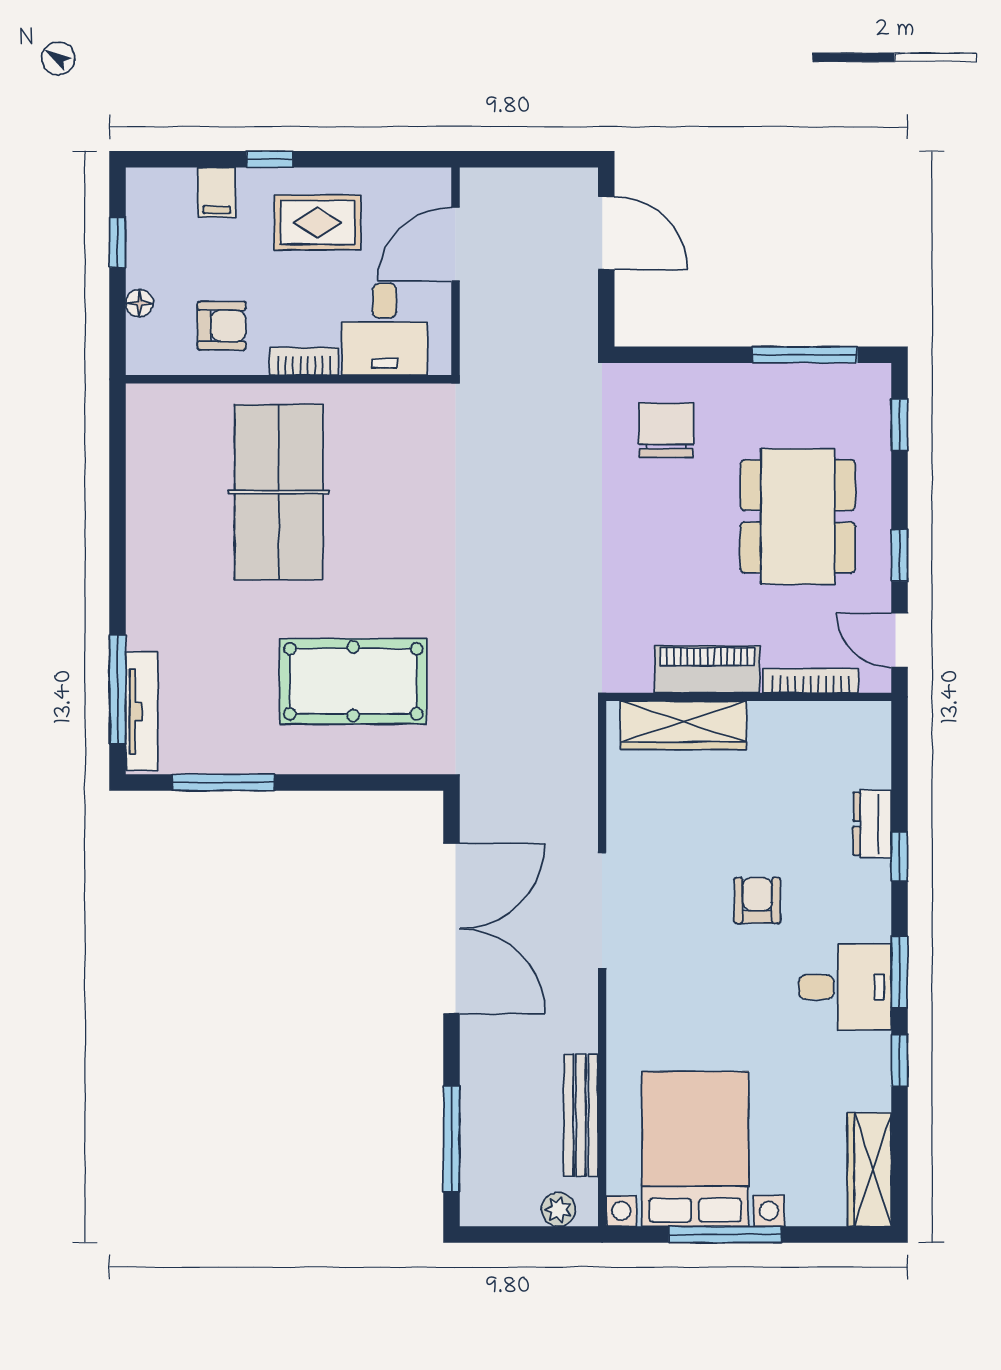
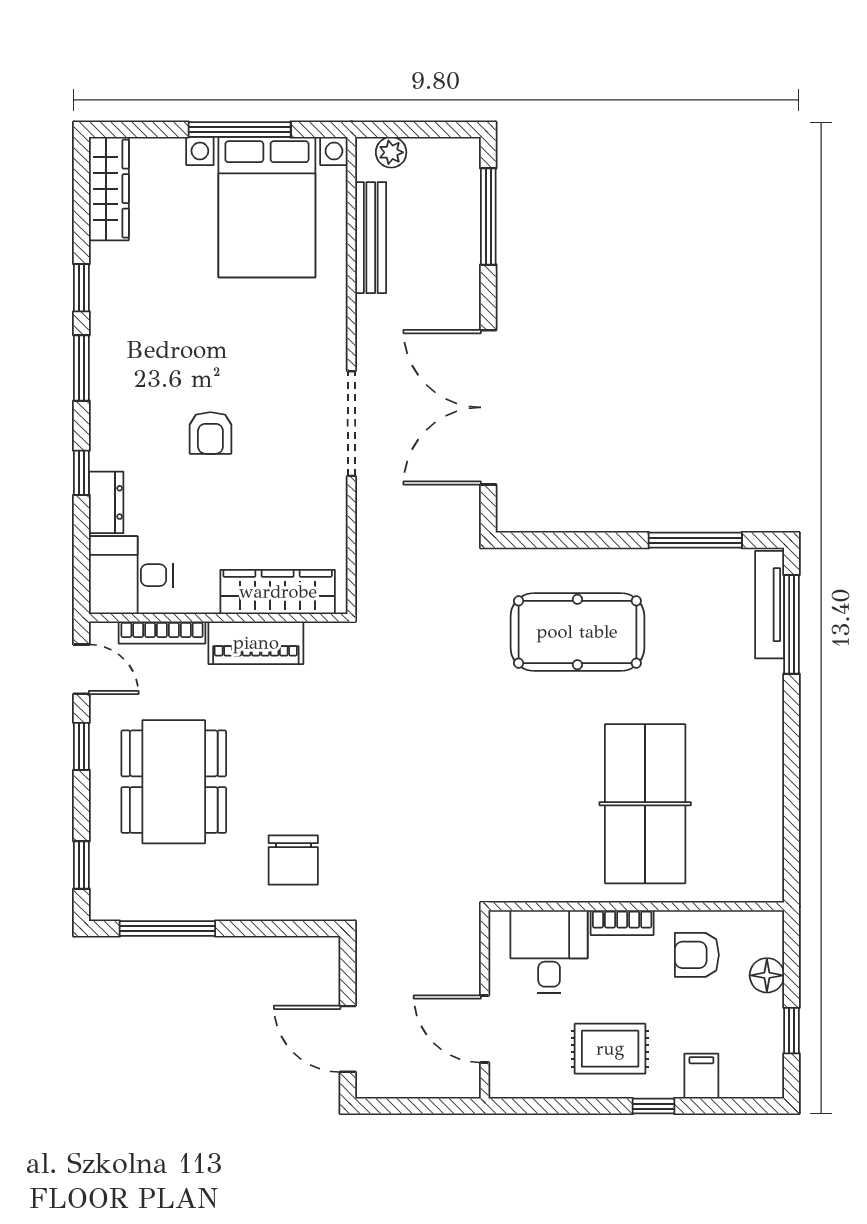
door: (456, 244) -> (485, 1029), swing flipped
floor lamp: (139, 303) -> (767, 975), width x1.37, depth x1.37
desk: (845, 987) -> (131, 575), moved

